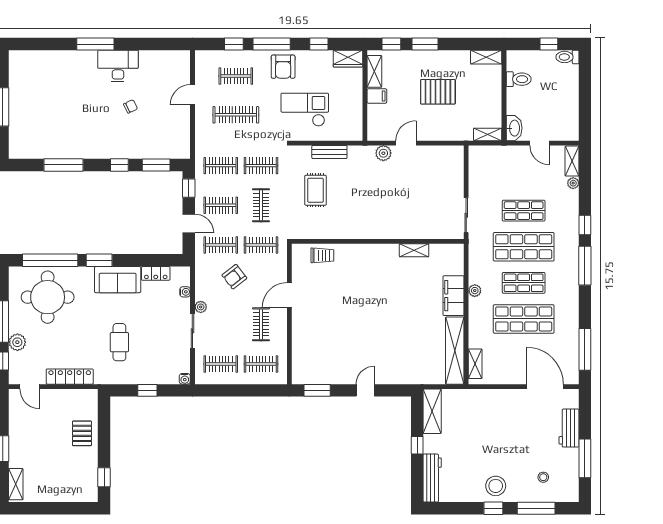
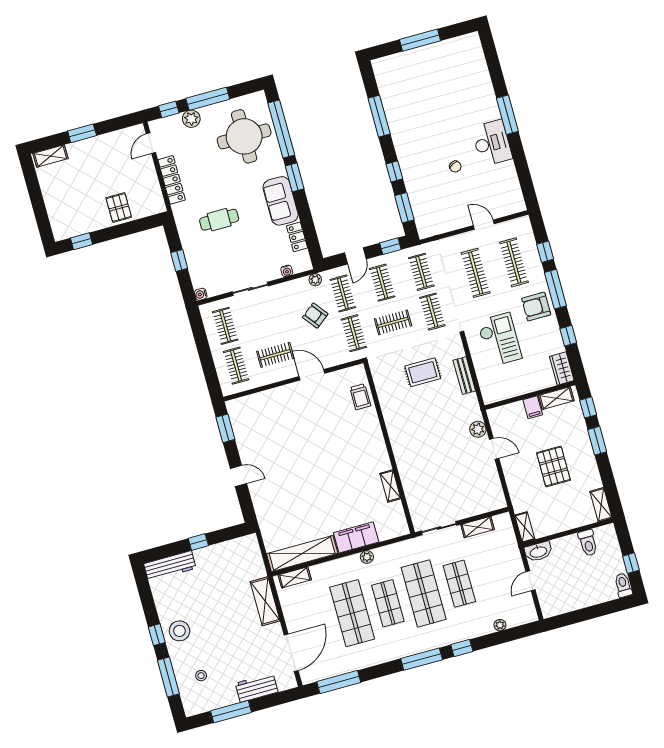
clothes rail: (236, 76) -> (514, 262), width x1.36
shelving: (572, 161) -> (478, 527), moved
plant: (201, 307) -> (315, 280), moved
shelving: (432, 411) -> (265, 601), moved, turned 90
pallet: (82, 433) -> (119, 208), turned 90

